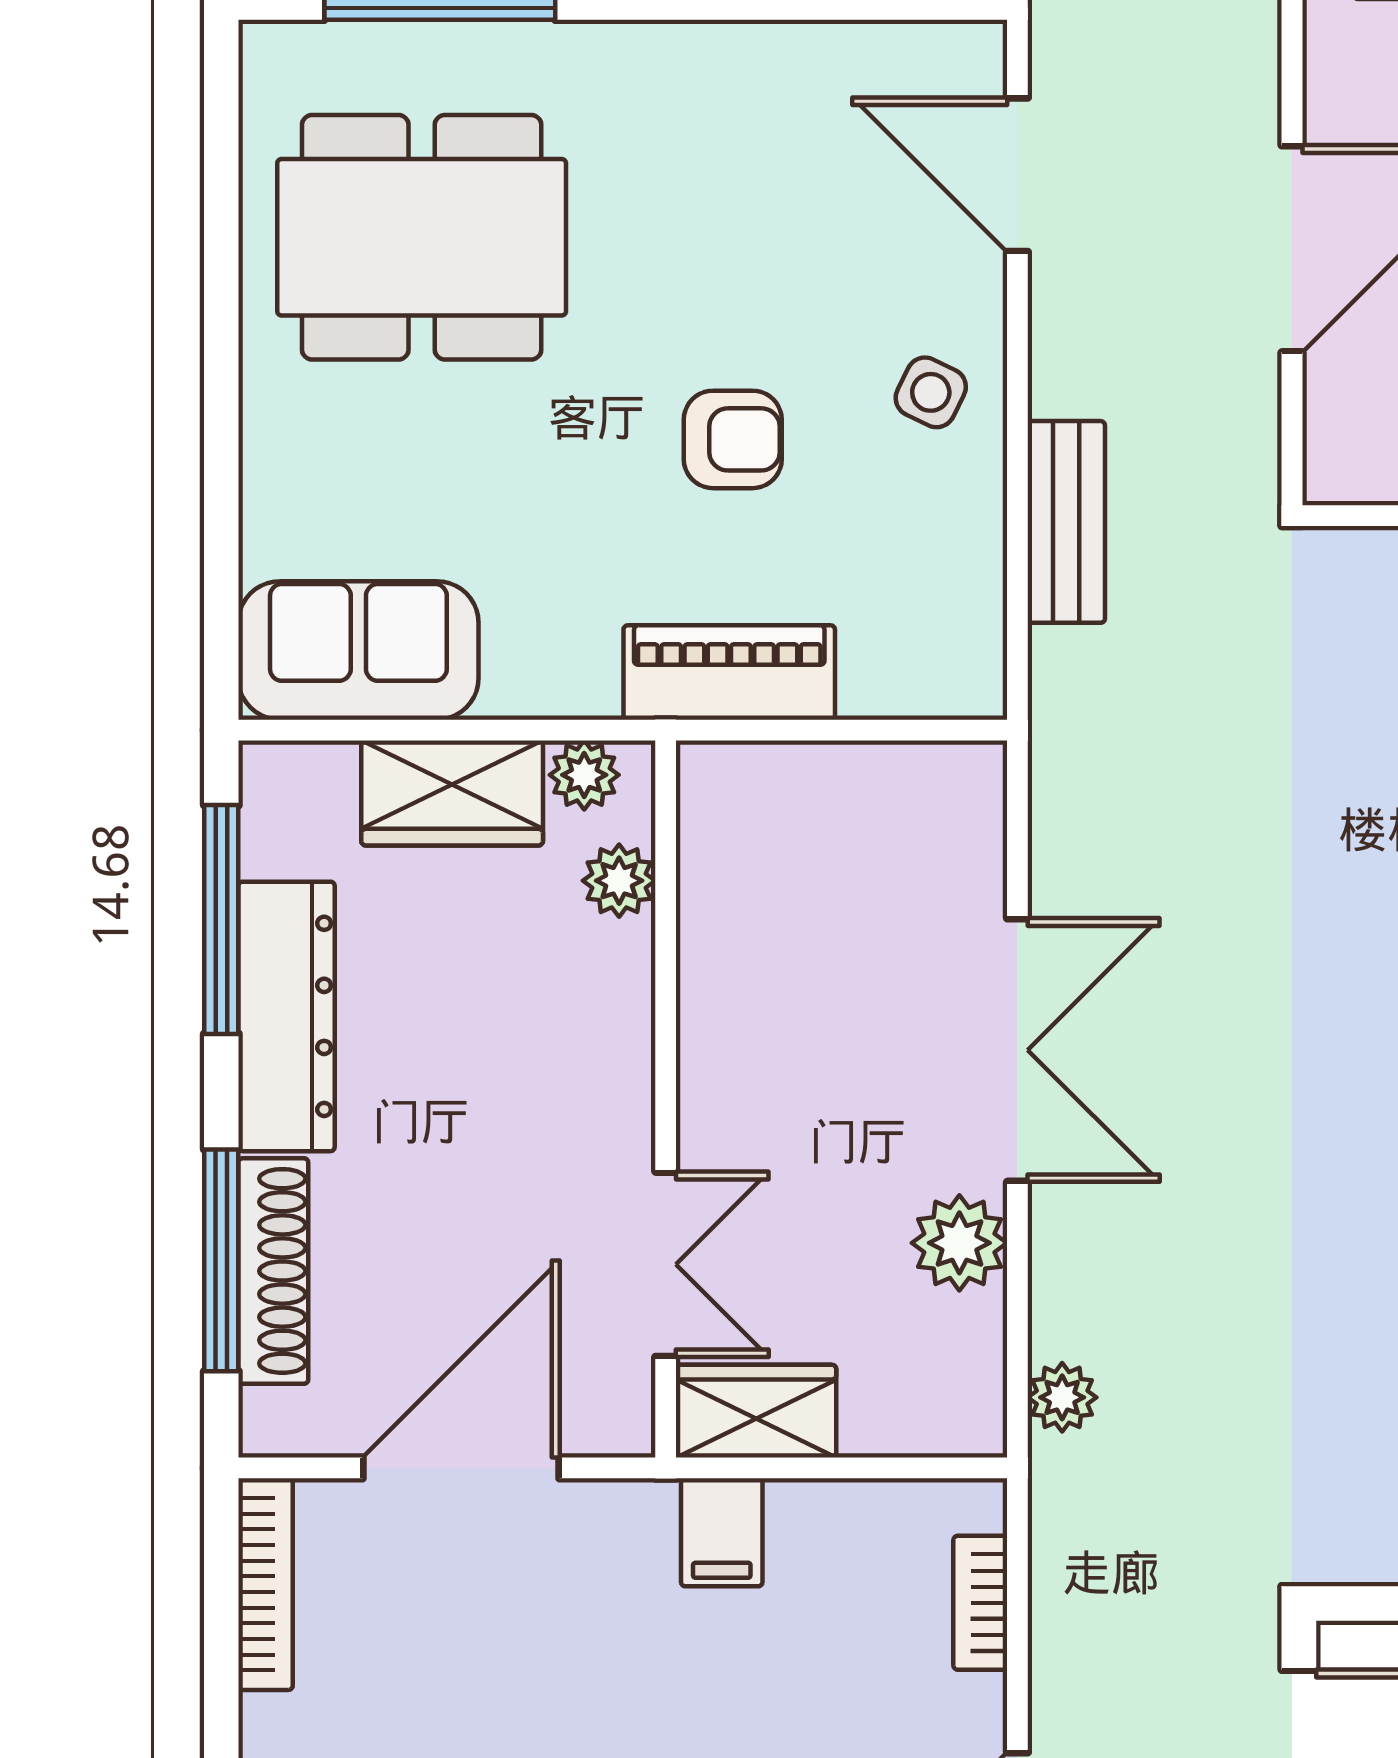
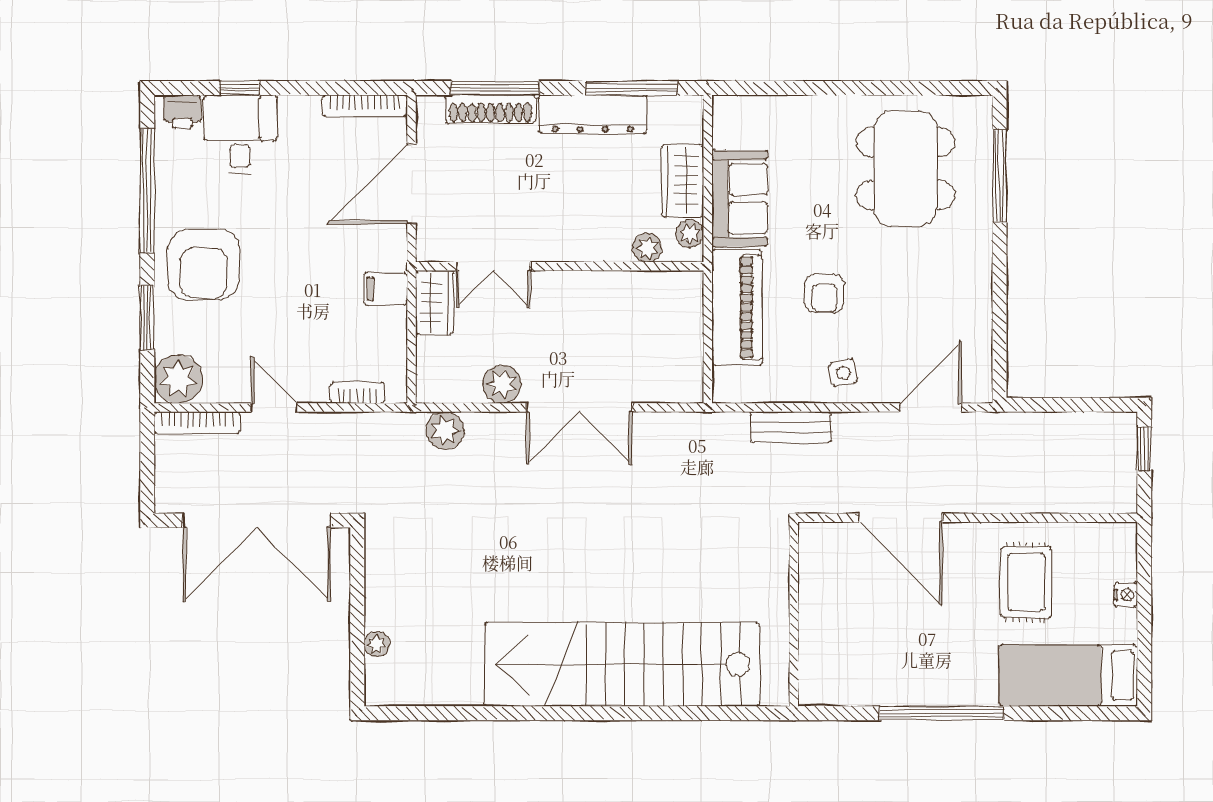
side table: (931, 392) -> (843, 373), turned -38
sofa: (358, 650) -> (740, 199), moved
piano: (729, 673) -> (737, 307), width x1.37, depth x1.33
plant: (1062, 1397) -> (445, 431), width x1.38, depth x1.38
door: (461, 1468) -> (412, 184), swing flipped

